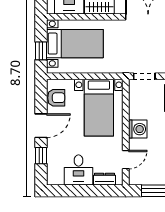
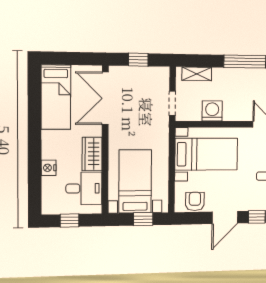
door: (41, 126) -> (225, 217), swing flipped
washing machine: (138, 129) -> (212, 111), moved

